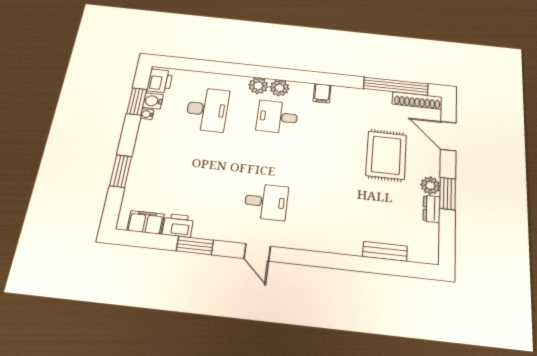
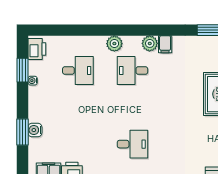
plant: (279, 88) -> (150, 43), moved
water cooler: (153, 101) -> (35, 130), moved
desk: (207, 109) -> (78, 71), width x0.73

